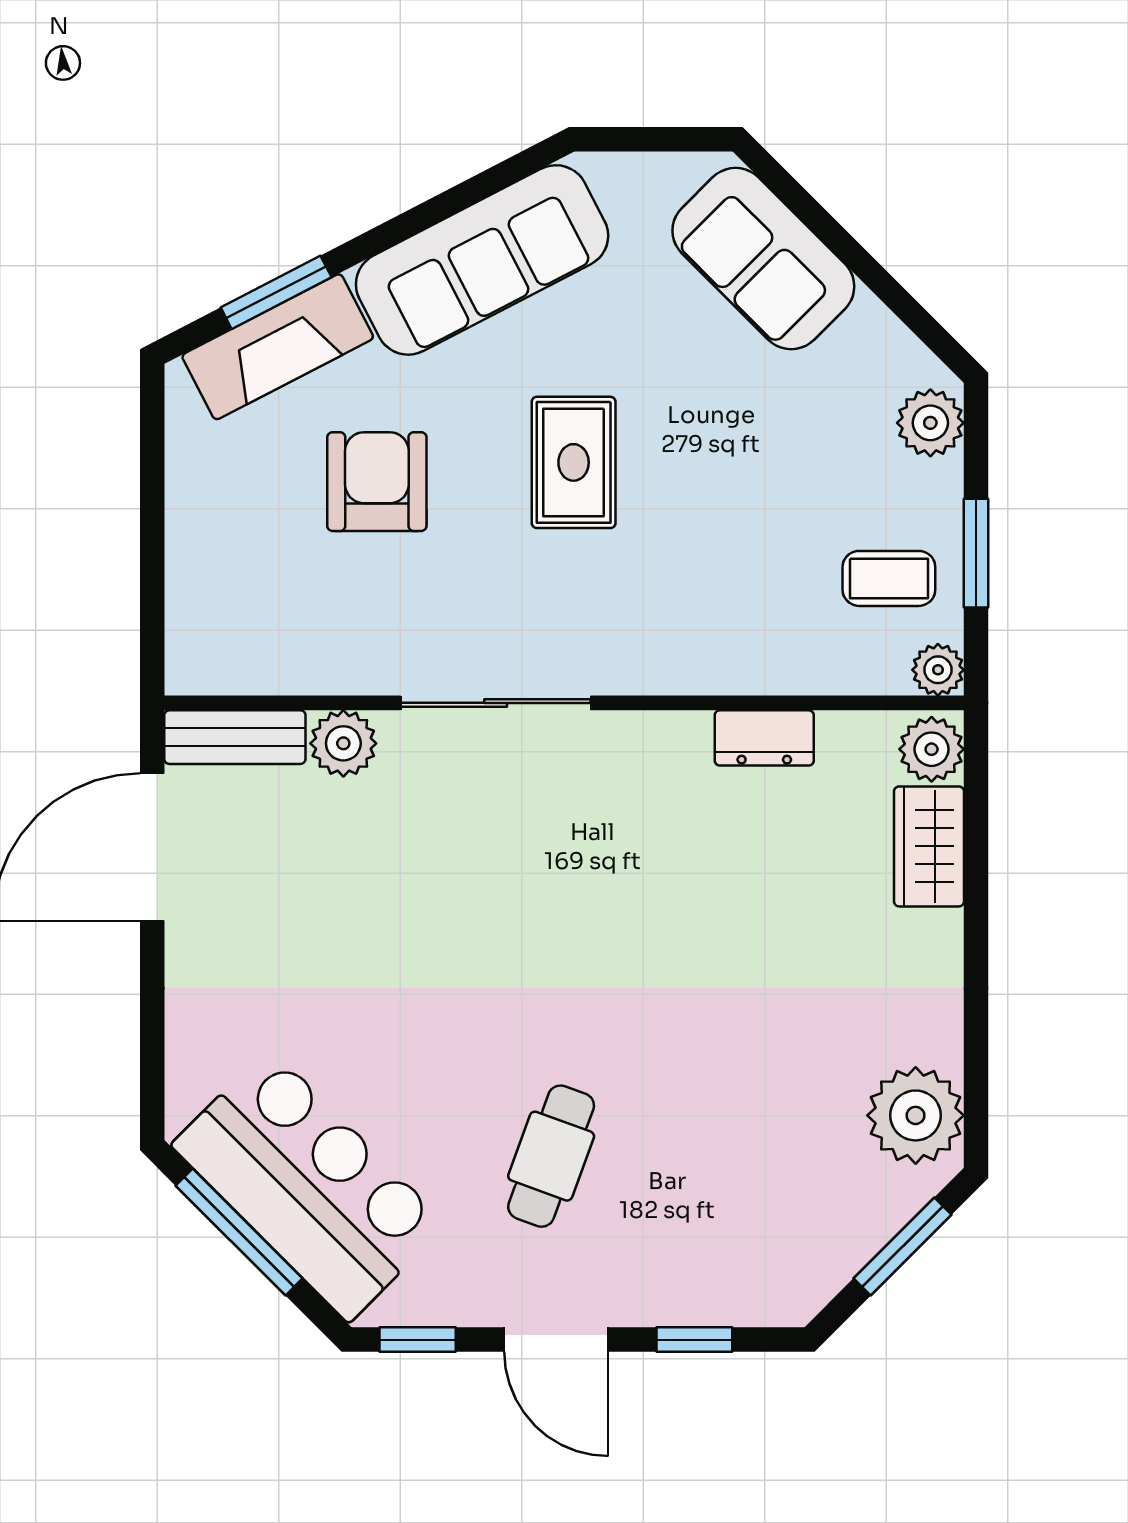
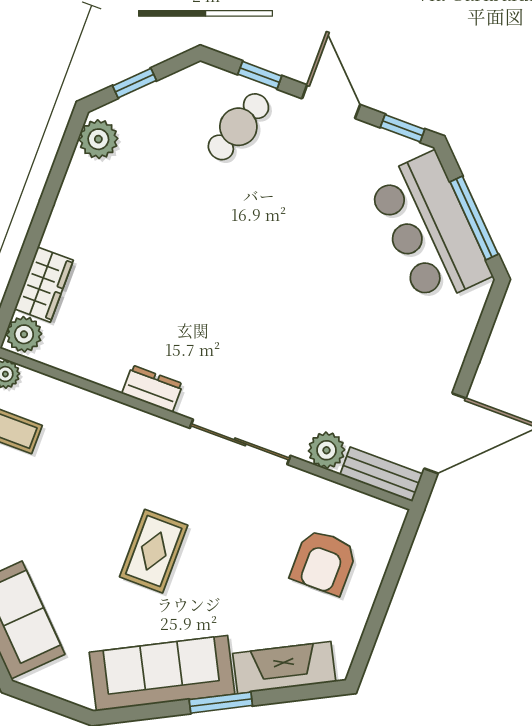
window: (276, 292) -> (221, 703), moved
armchair: (377, 482) -> (324, 562), moved
dresser: (764, 738) -> (152, 389), moved
plant: (916, 1115) -> (98, 139), width x0.73, depth x0.73
cafe table: (551, 1156) -> (238, 127), moved
window: (902, 1247) -> (134, 83), width x0.67

